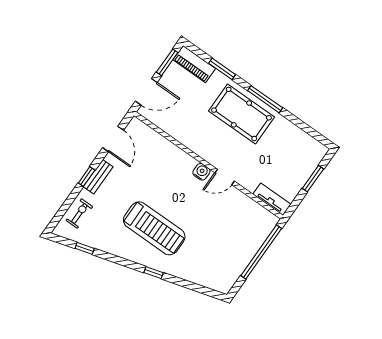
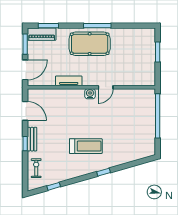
window: (222, 69) -> (48, 26), moved
tv unit: (272, 199) -> (69, 81), moved
treadmill: (154, 228) -> (86, 146), width x0.73, depth x0.73

